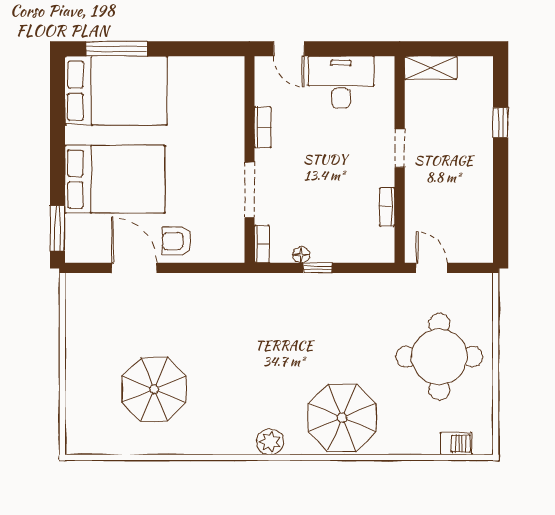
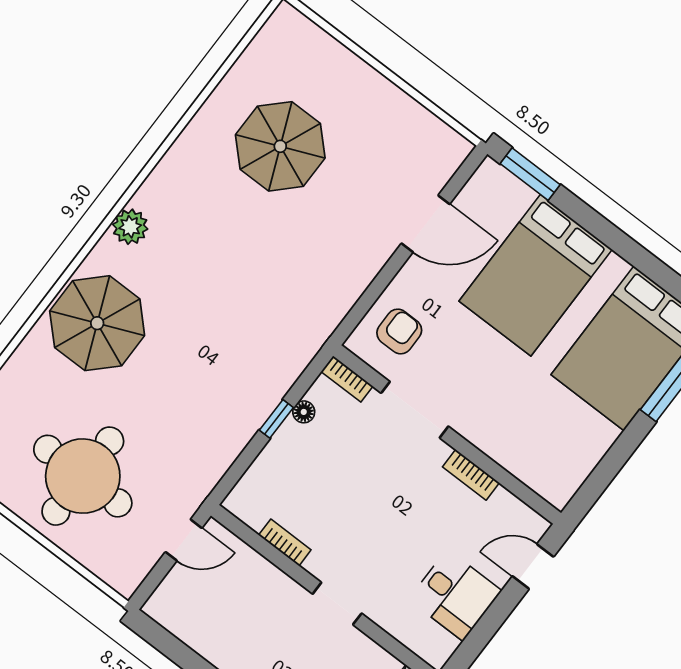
desk: (341, 82) -> (455, 595), width x0.73
armchair: (177, 241) -> (399, 331), moved

